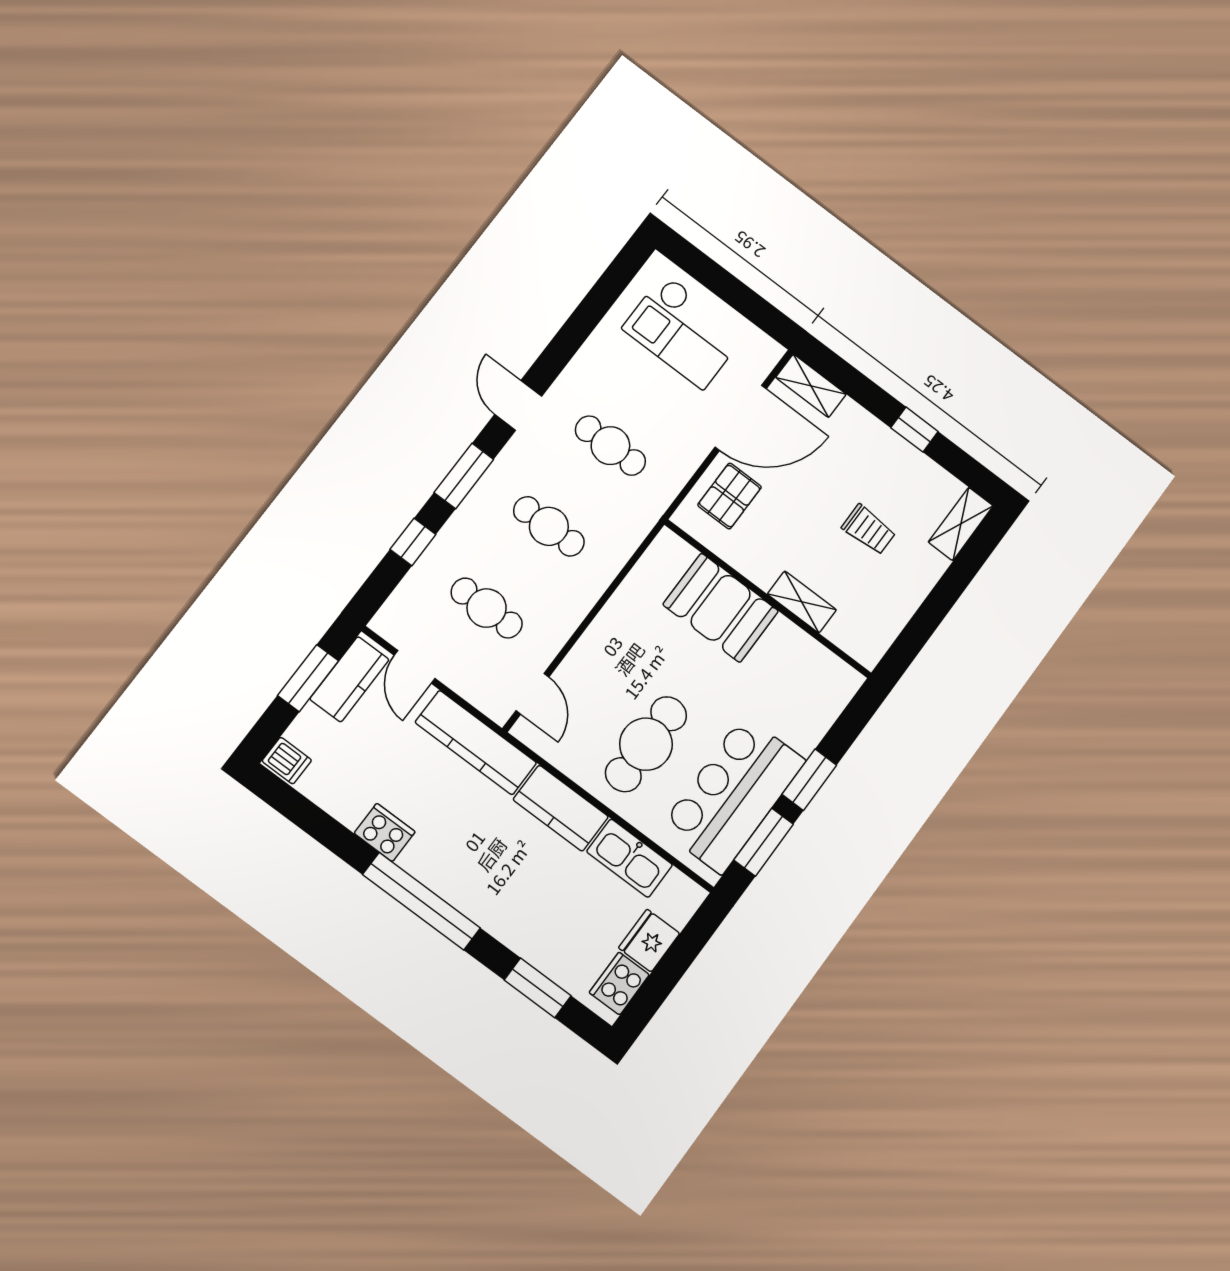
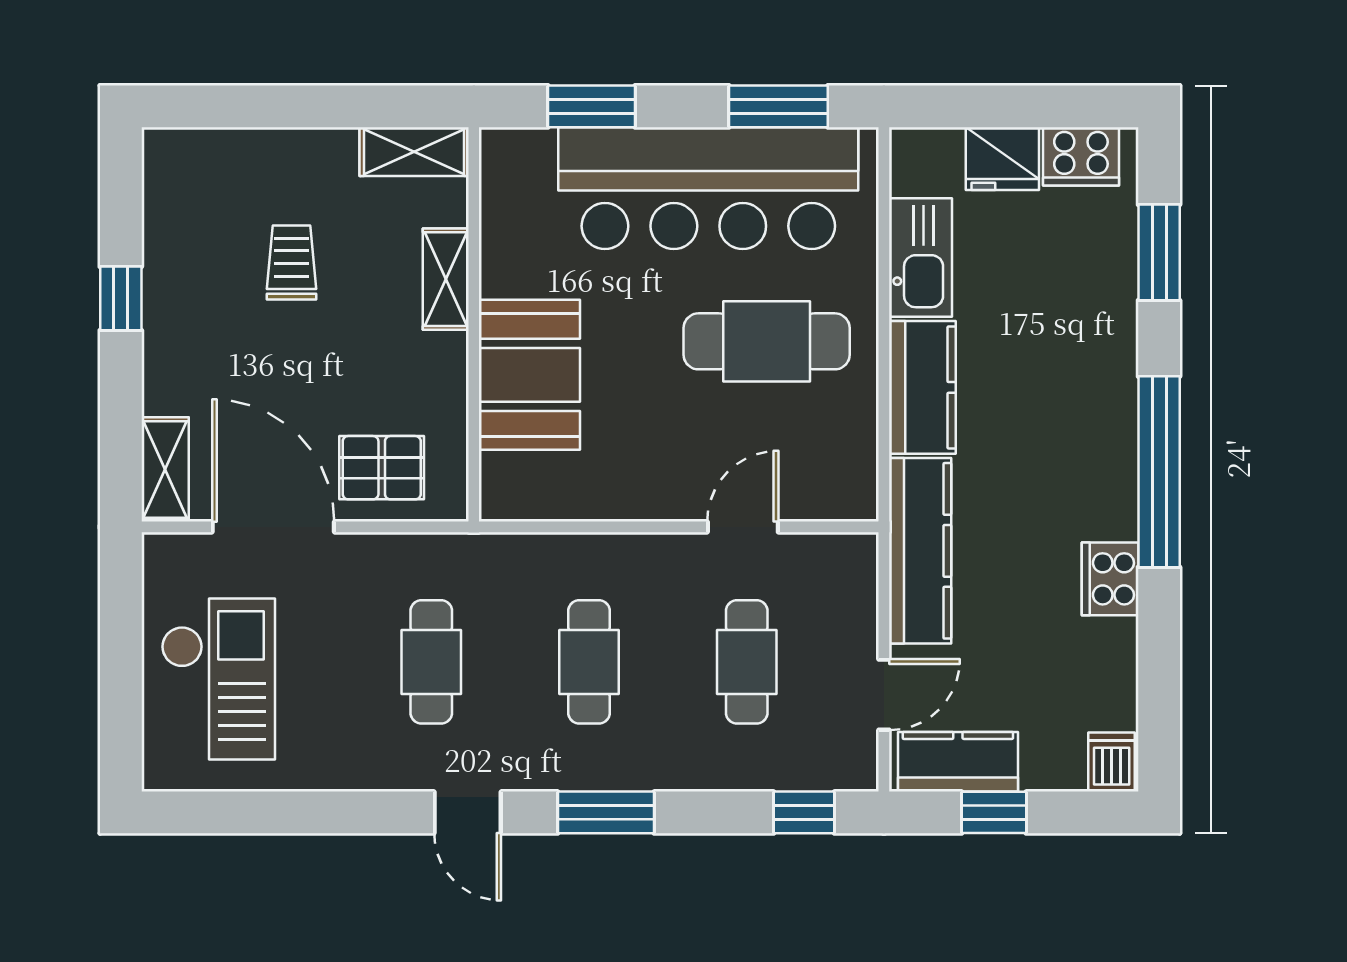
door: (518, 405) -> (468, 812), hinge flipped
shelving: (961, 524) -> (414, 152), moved
window: (413, 542) -> (804, 812), moved
window: (308, 678) -> (994, 812), width x0.67
door: (532, 694) -> (743, 527), moved
window: (809, 780) -> (592, 106), moved
bar counter: (733, 794) -> (708, 188), width x1.36

